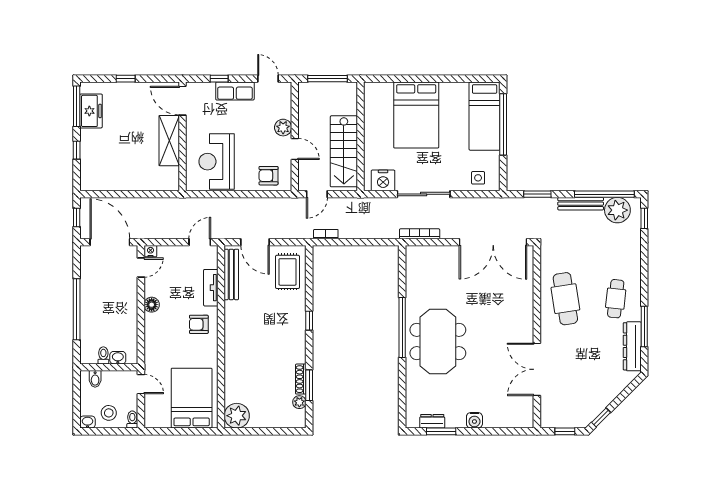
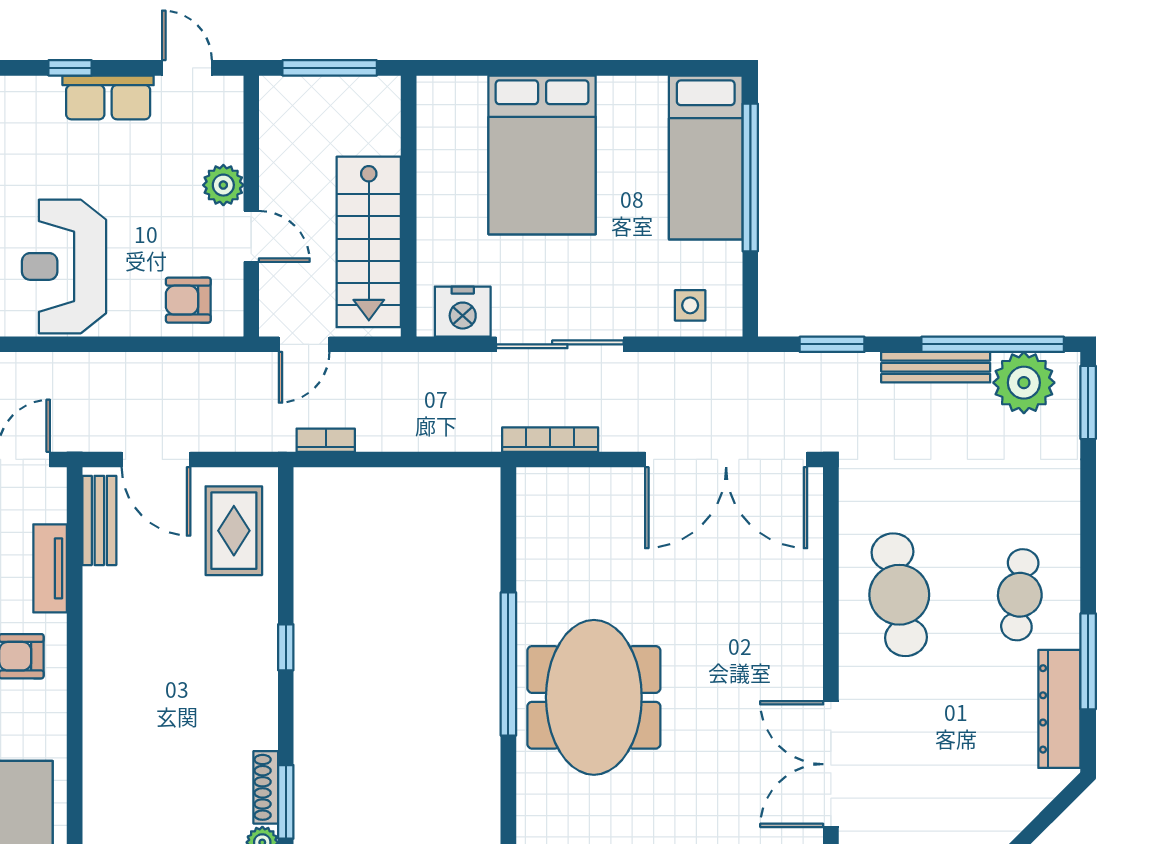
window: (644, 218) -> (1088, 402), width x1.50
bench: (231, 274) -> (99, 520), width x0.73

